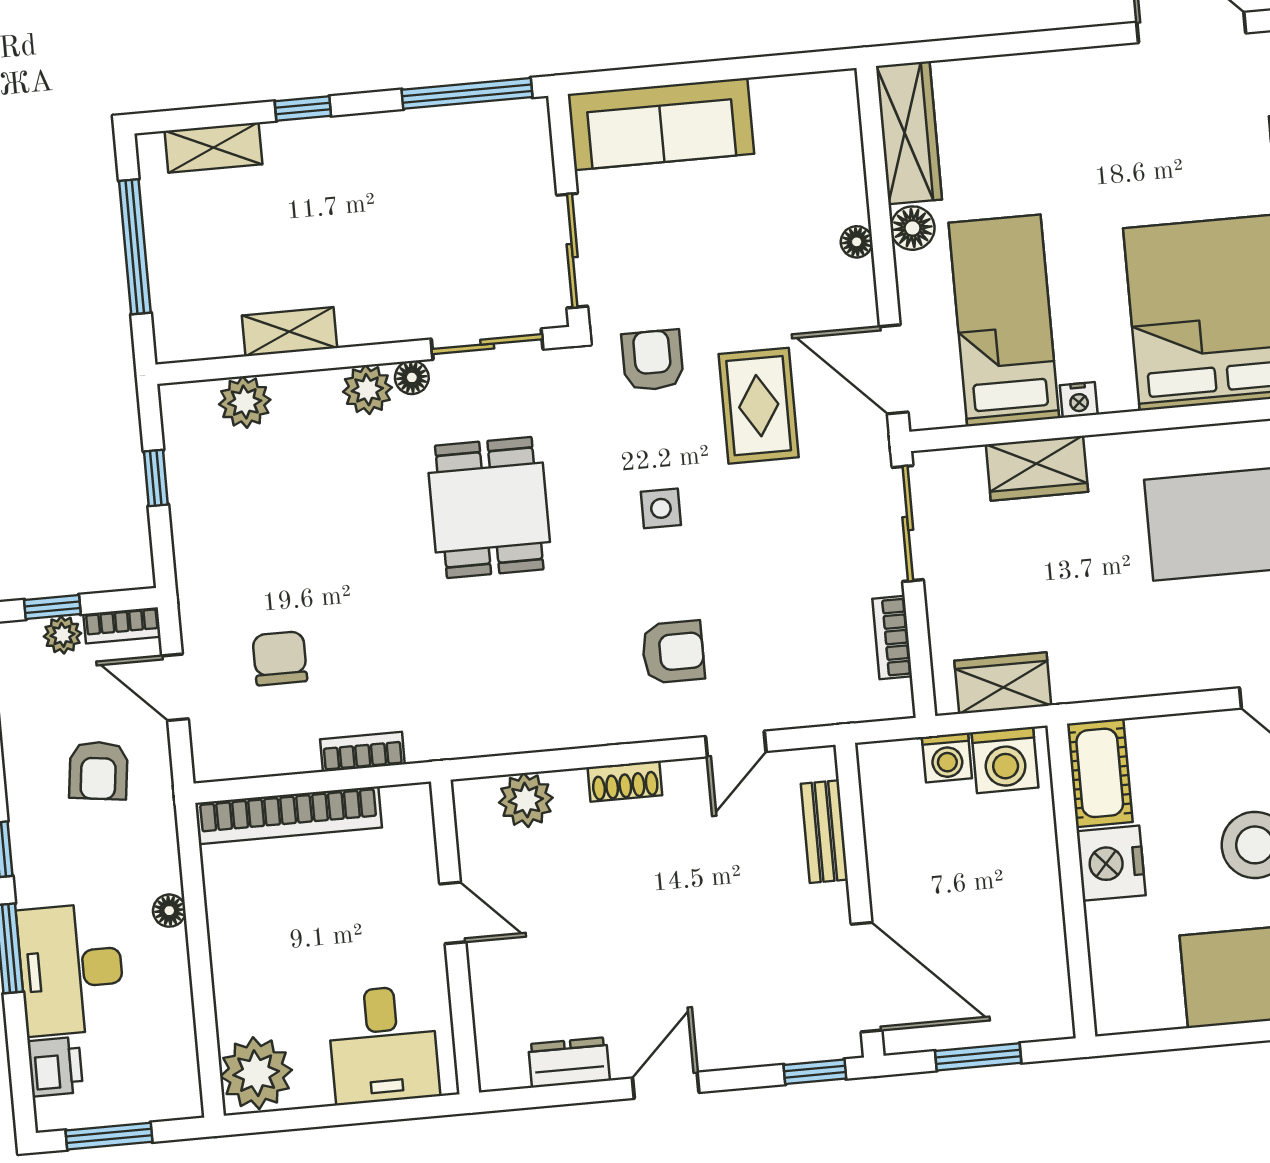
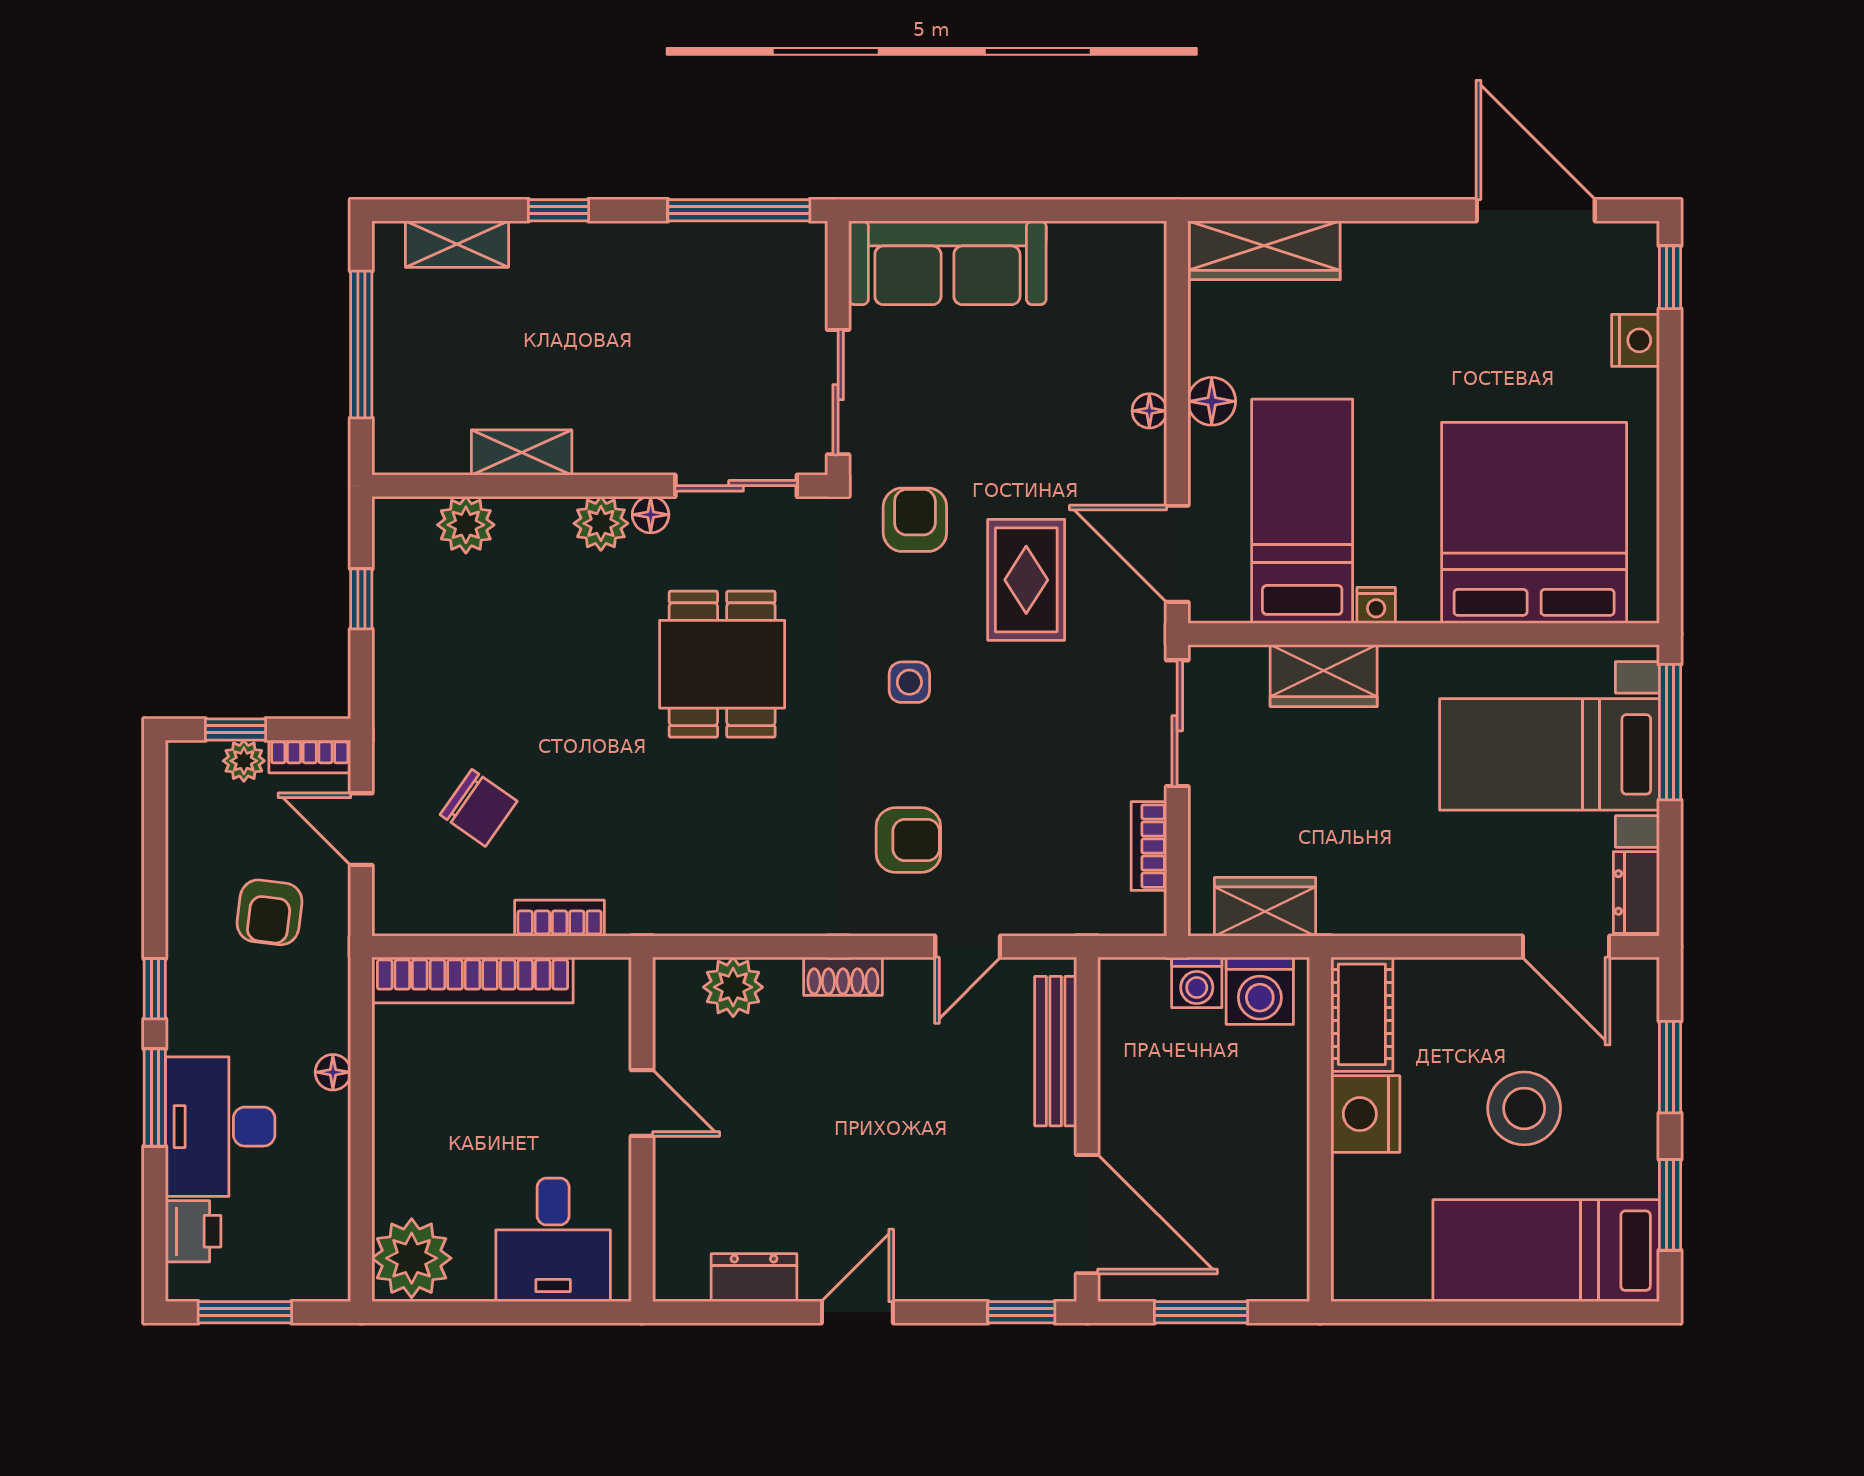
wardrobe: (909, 133) -> (1264, 250), moved, turned 90
chair: (280, 658) -> (479, 808), turned 125
bench: (824, 832) -> (1056, 1051), width x1.36

